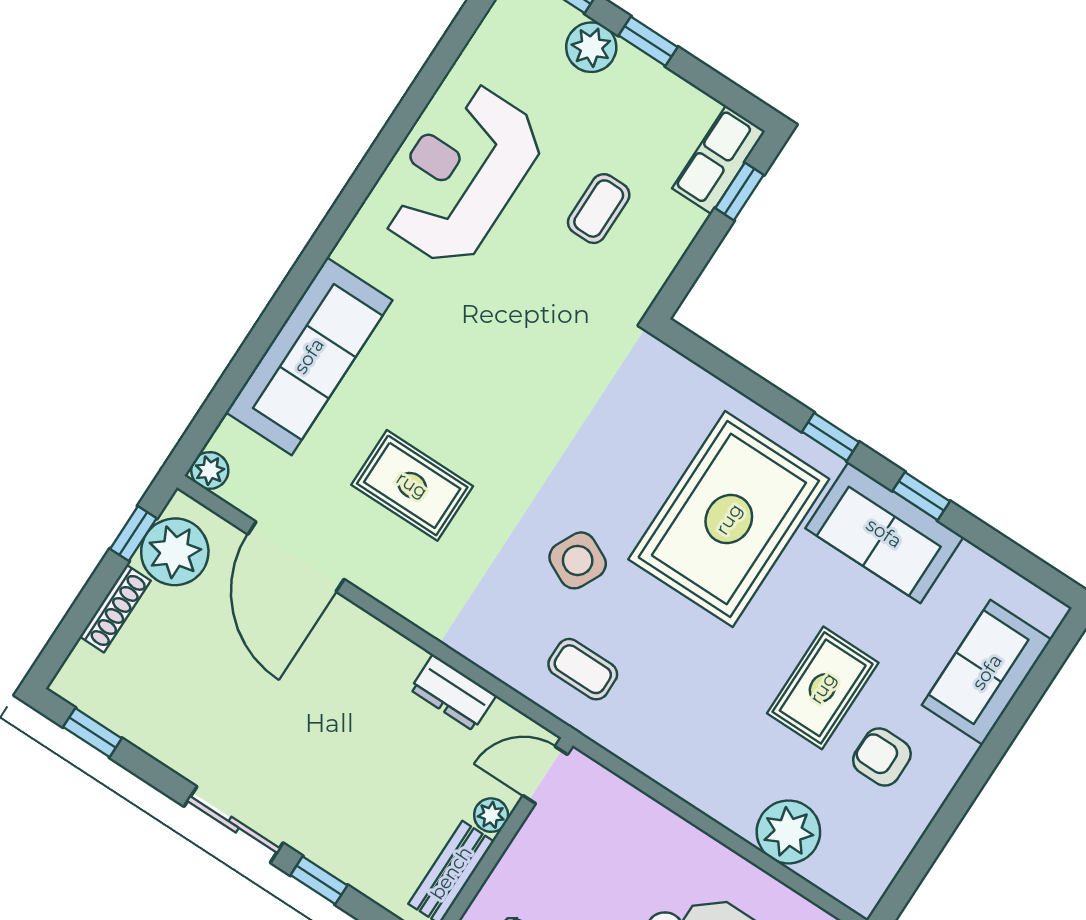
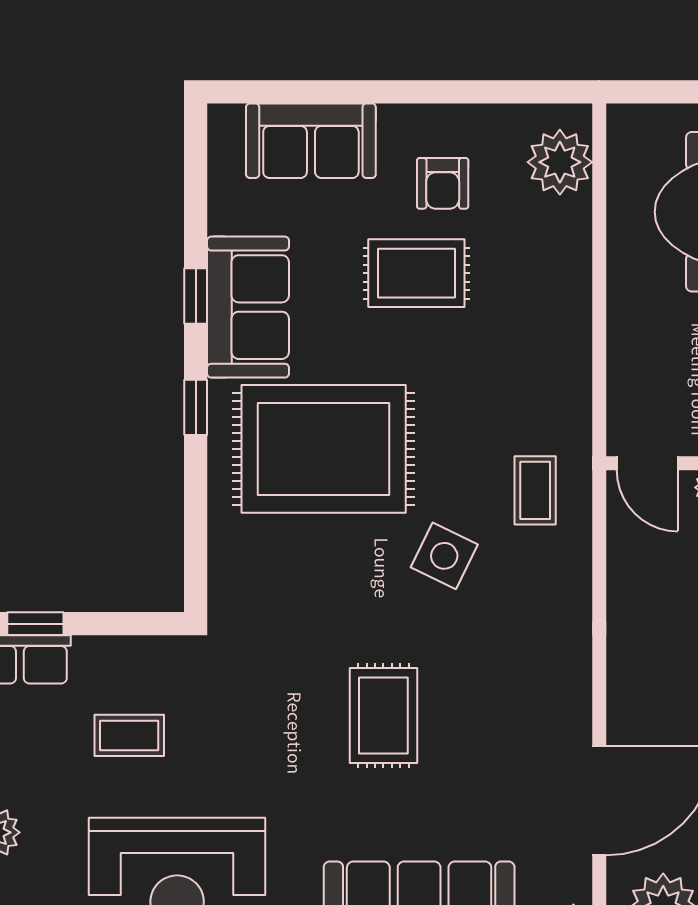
rug: (412, 485) -> (383, 715), moved
dresser: (453, 693) -> (628, 589), removed
plant: (788, 832) -> (560, 162), moved

